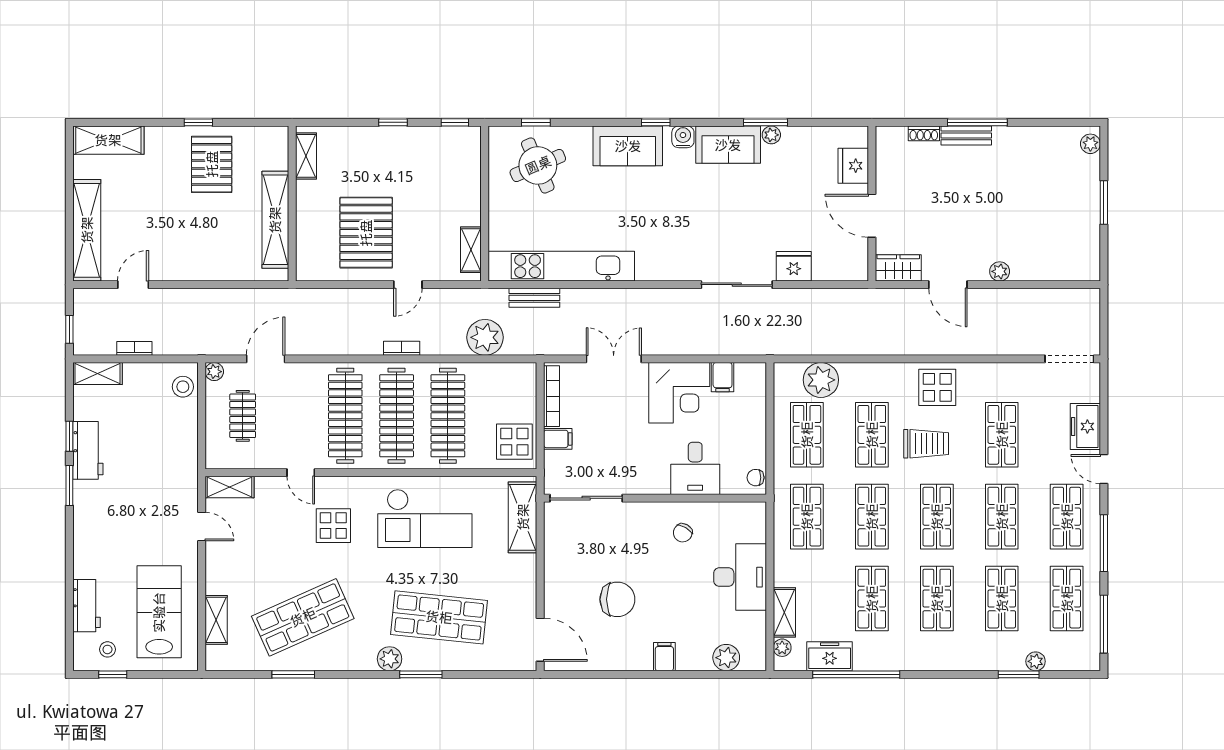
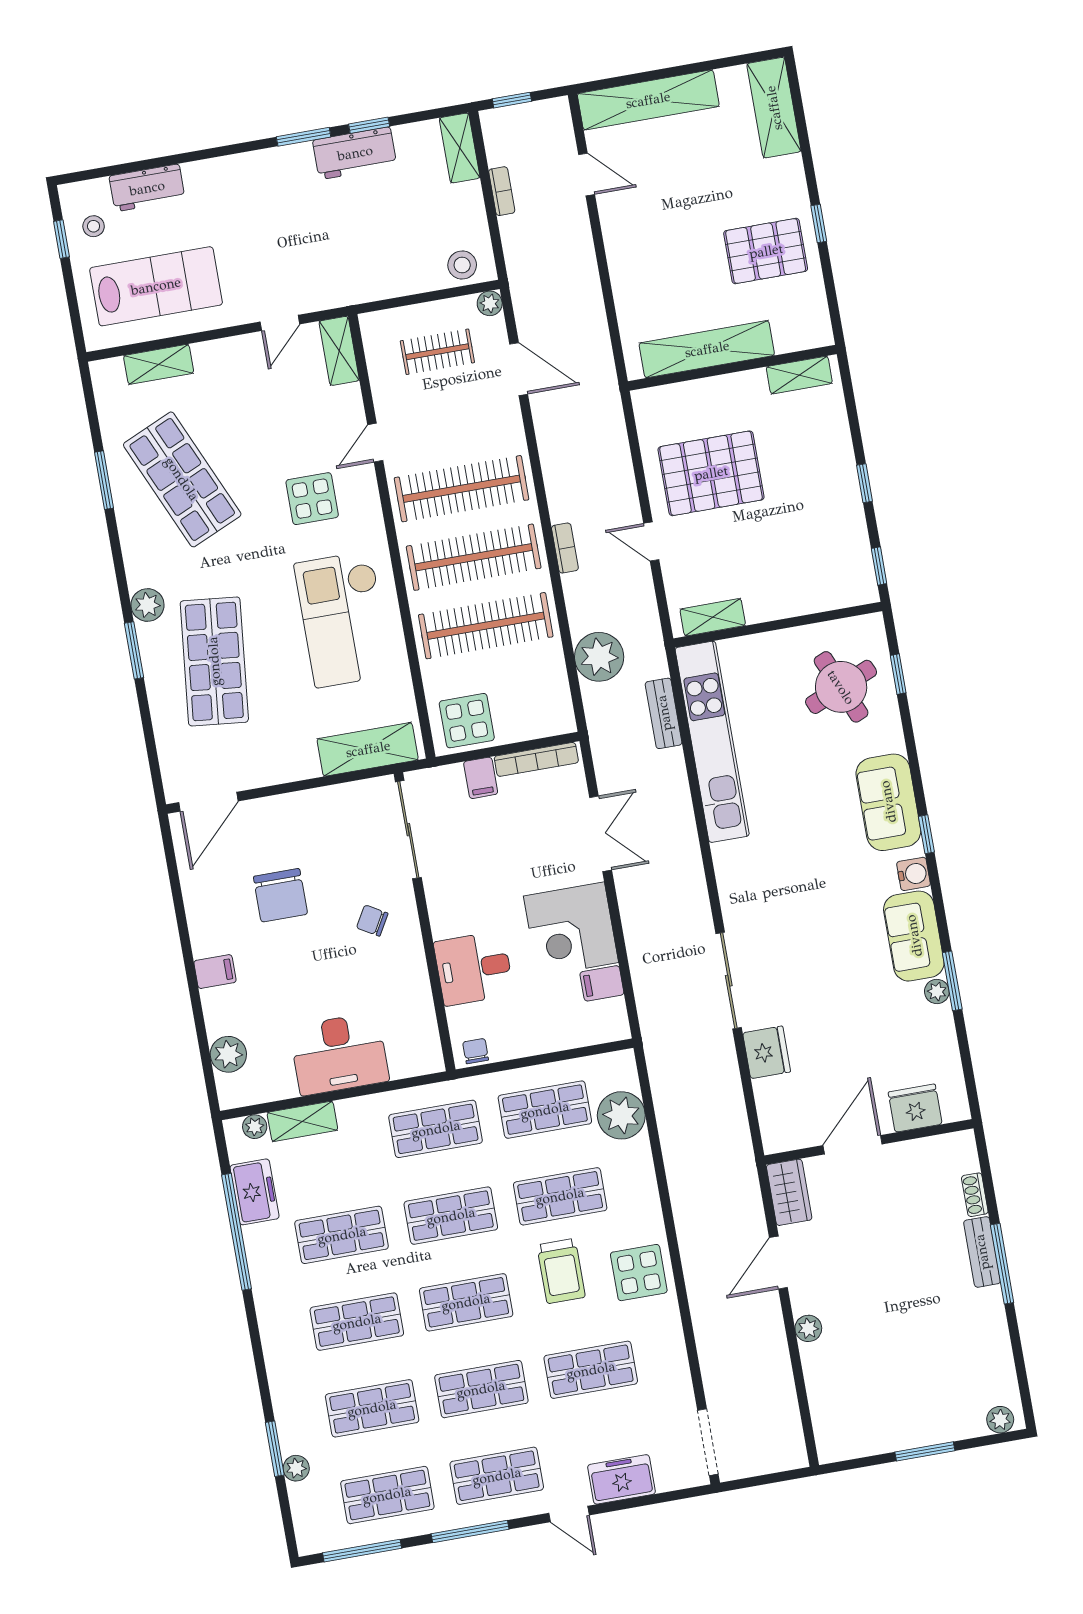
door: (1104, 469) -> (569, 1514), swing flipped
chair: (683, 533) -> (372, 921), moved

